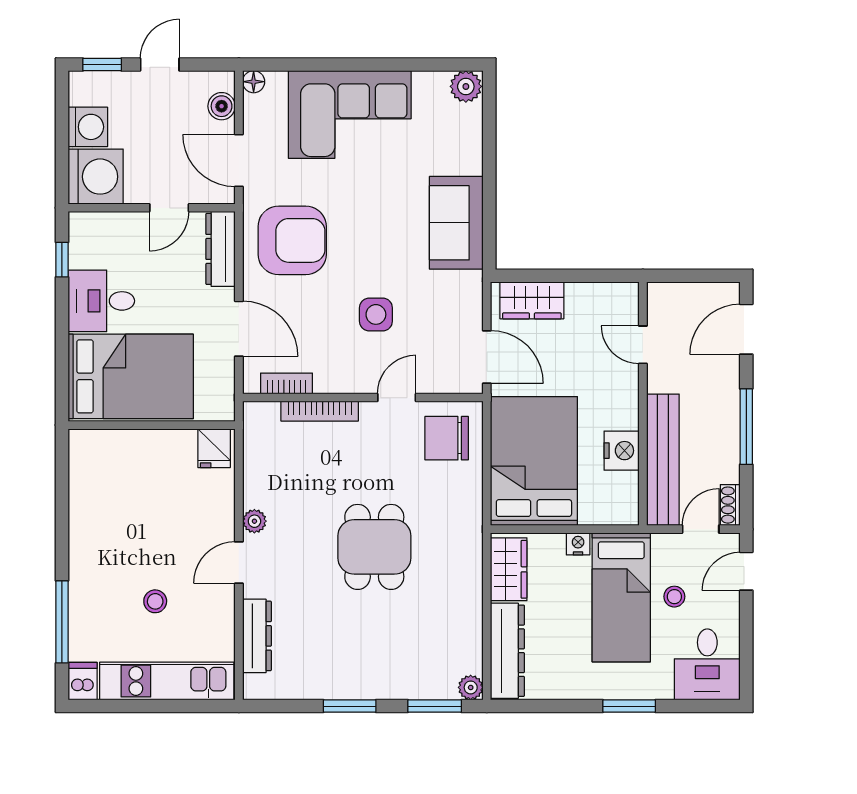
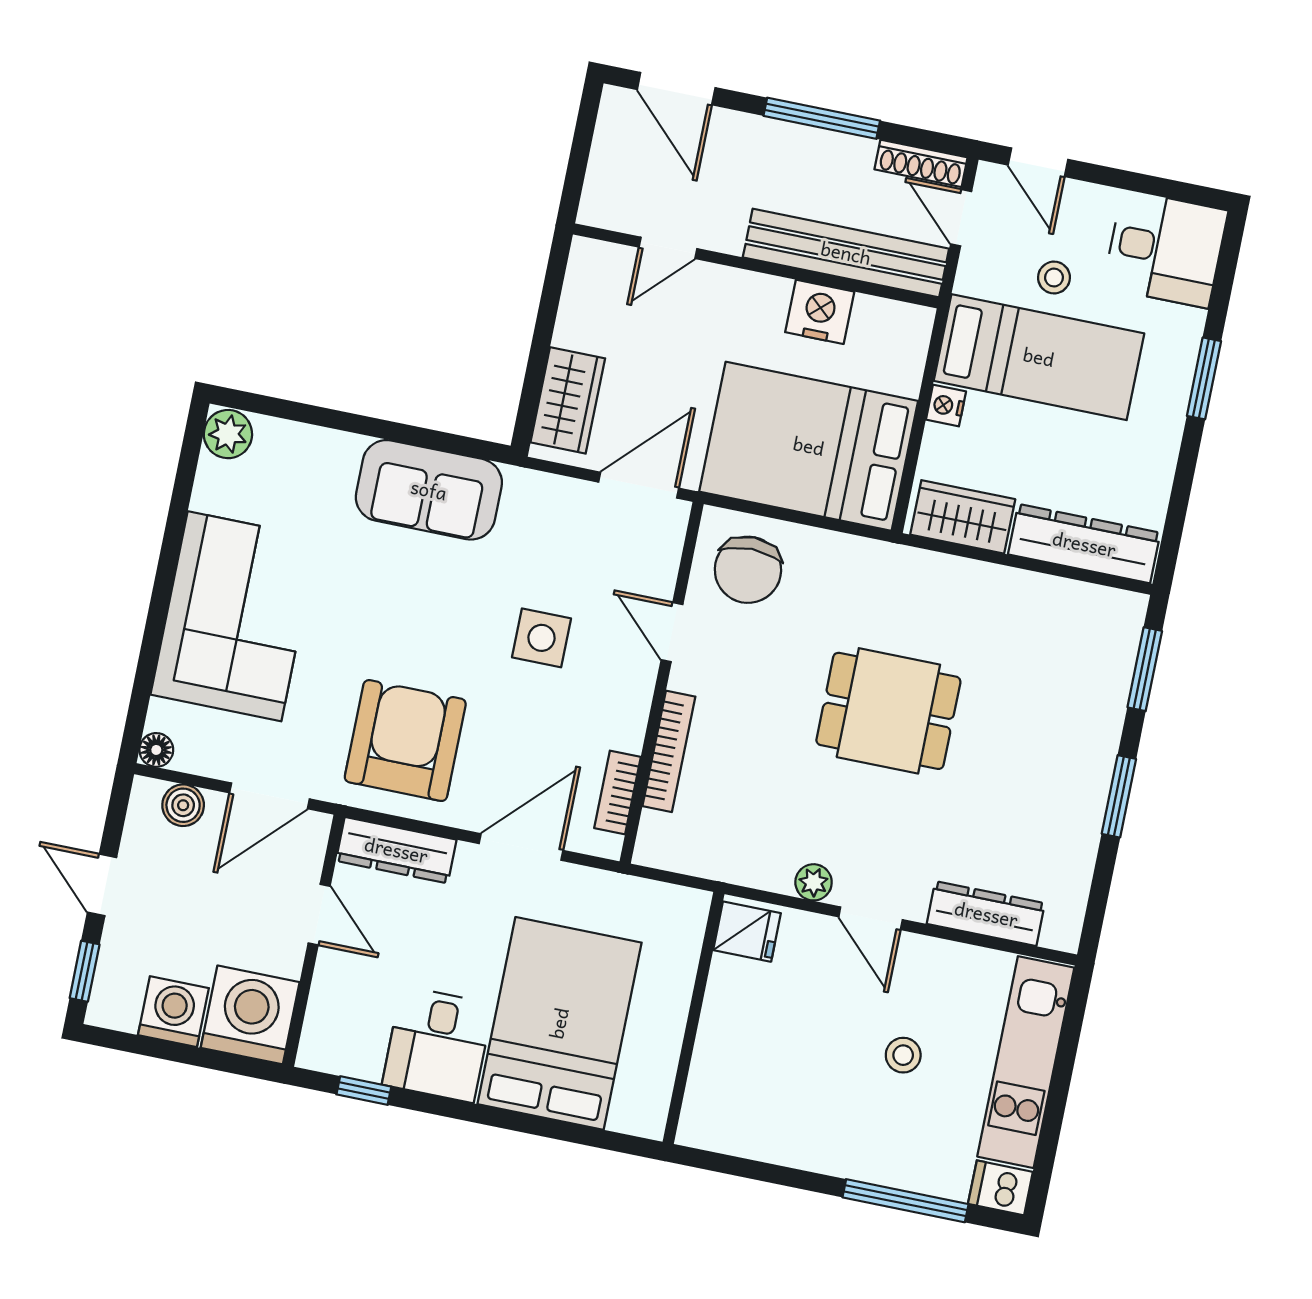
wall: (152, 425) -> (694, 1018), moved
fridge: (214, 448) -> (747, 932), moved
shoe rack: (730, 505) -> (921, 163), width x1.43
plant: (471, 687) -> (1128, 610), removed

